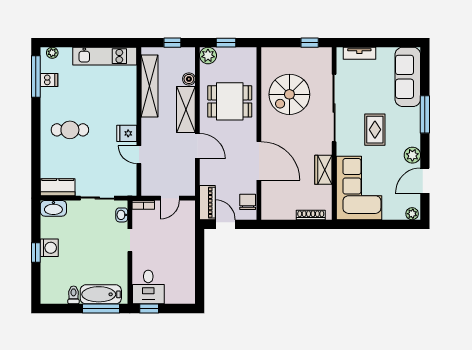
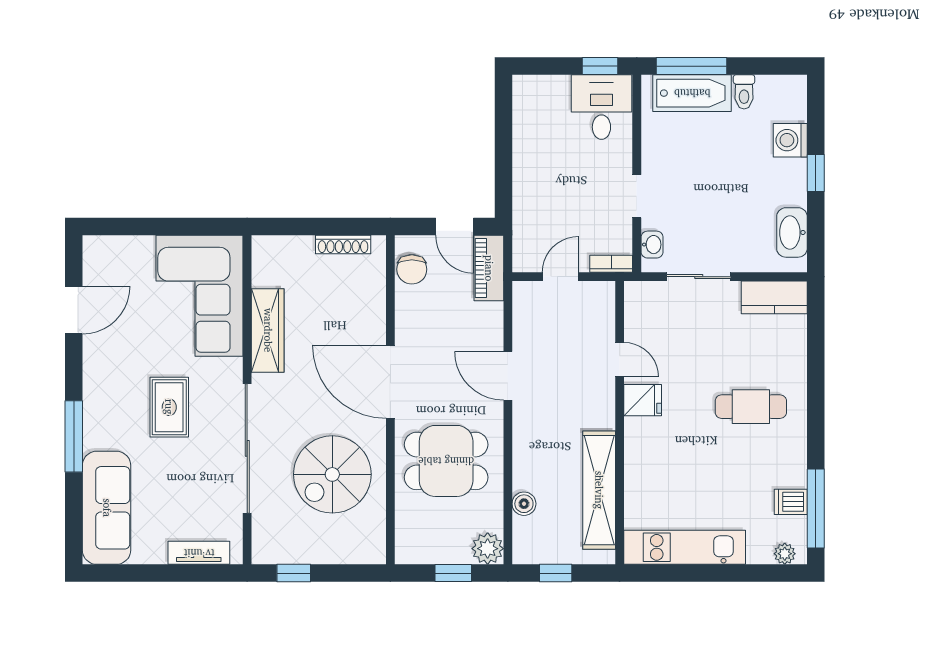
spiral stairs: (289, 94) -> (332, 474), turned 180
shelving: (186, 110) -> (530, 445), removed
plant: (412, 155) -> (98, 359), removed
door: (259, 161) -> (390, 382), moved
wardrobe: (323, 170) -> (268, 330), width x1.50
washbasin: (53, 208) -> (792, 232), moved, turned -90
plant: (412, 214) -> (98, 247), removed
shoe rack: (311, 215) -> (343, 244), moved
washing machine: (49, 248) -> (790, 140), moved

